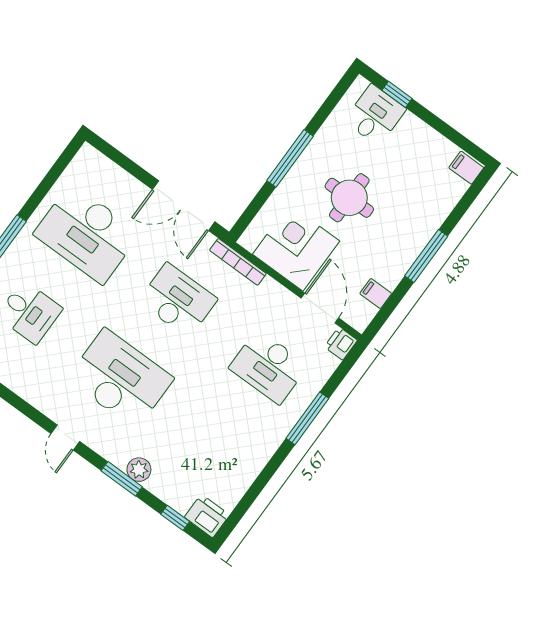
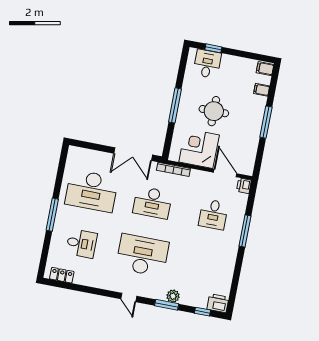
filing cabinet: (376, 293) -> (262, 90), moved
desk: (178, 300) -> (152, 203), turned 180
desk: (268, 367) -> (213, 214), width x0.73

